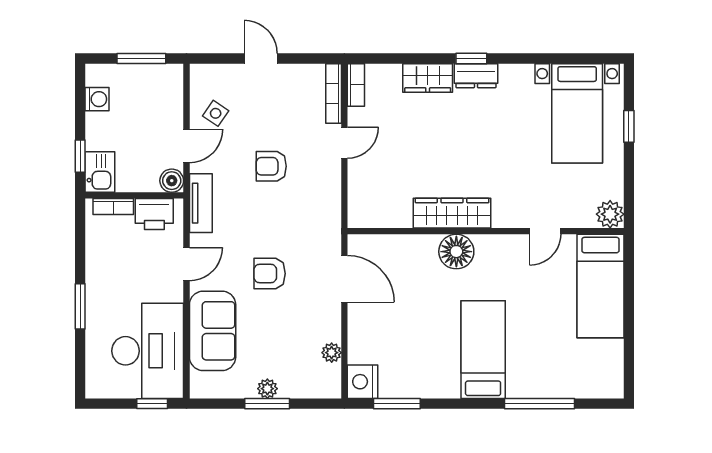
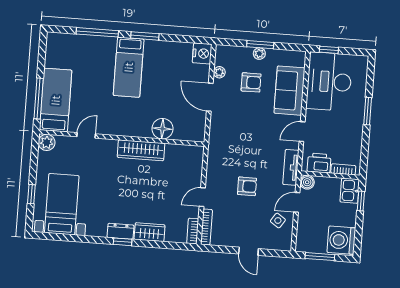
washing machine: (97, 99) -> (341, 240), width x1.89, depth x1.89
floor lamp: (456, 252) -> (162, 129), moved
armchair: (270, 274) -> (251, 82), moved
door: (344, 279) -> (210, 97), moved
window: (629, 286) -> (39, 99), added
window: (397, 404) -> (145, 36), moved

